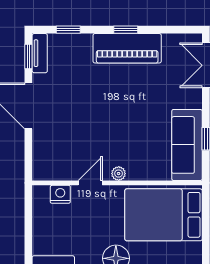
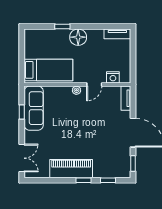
window: (126, 30) -> (83, 180), moved
tv unit: (40, 53) -> (126, 98), moved
bed: (164, 215) -> (48, 70), width x0.67

